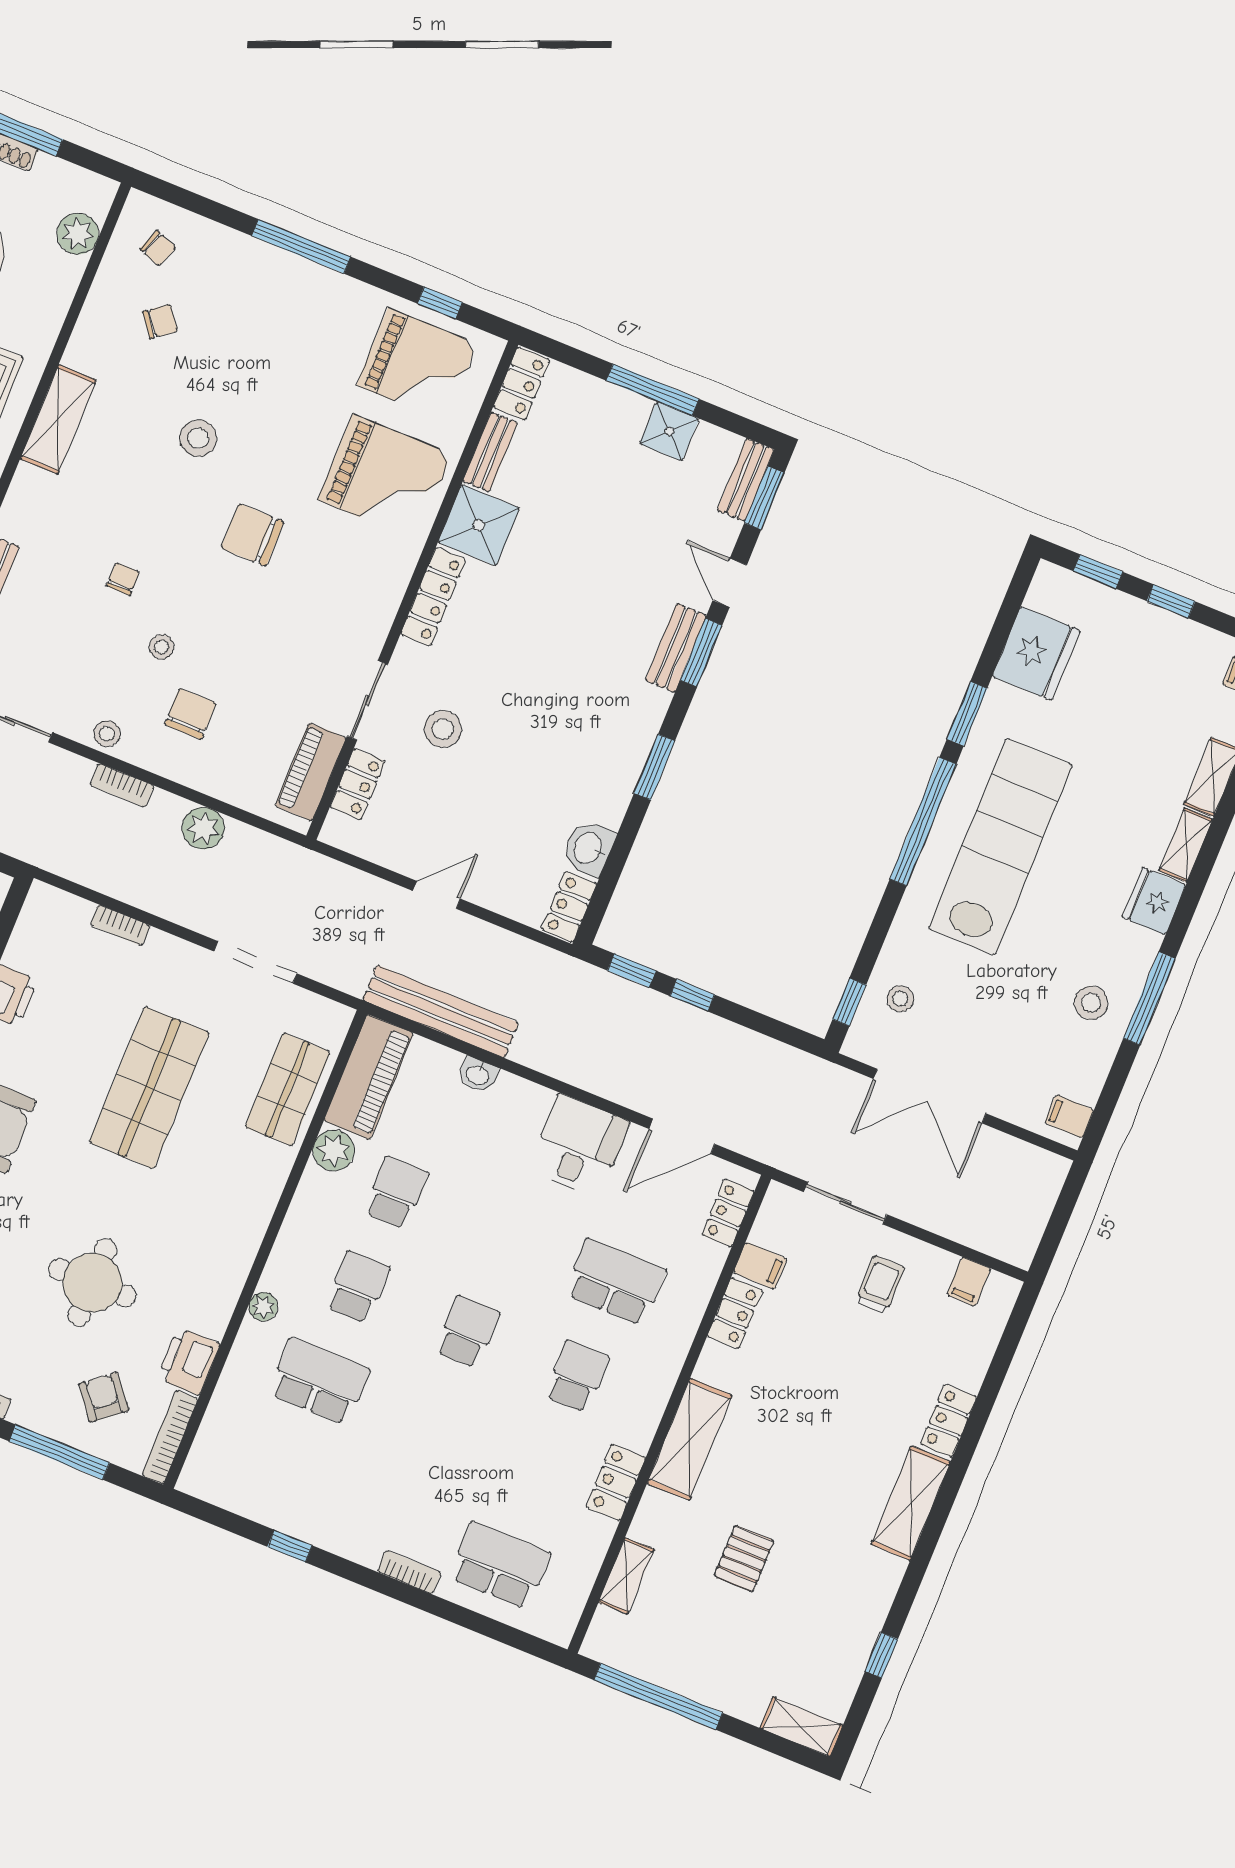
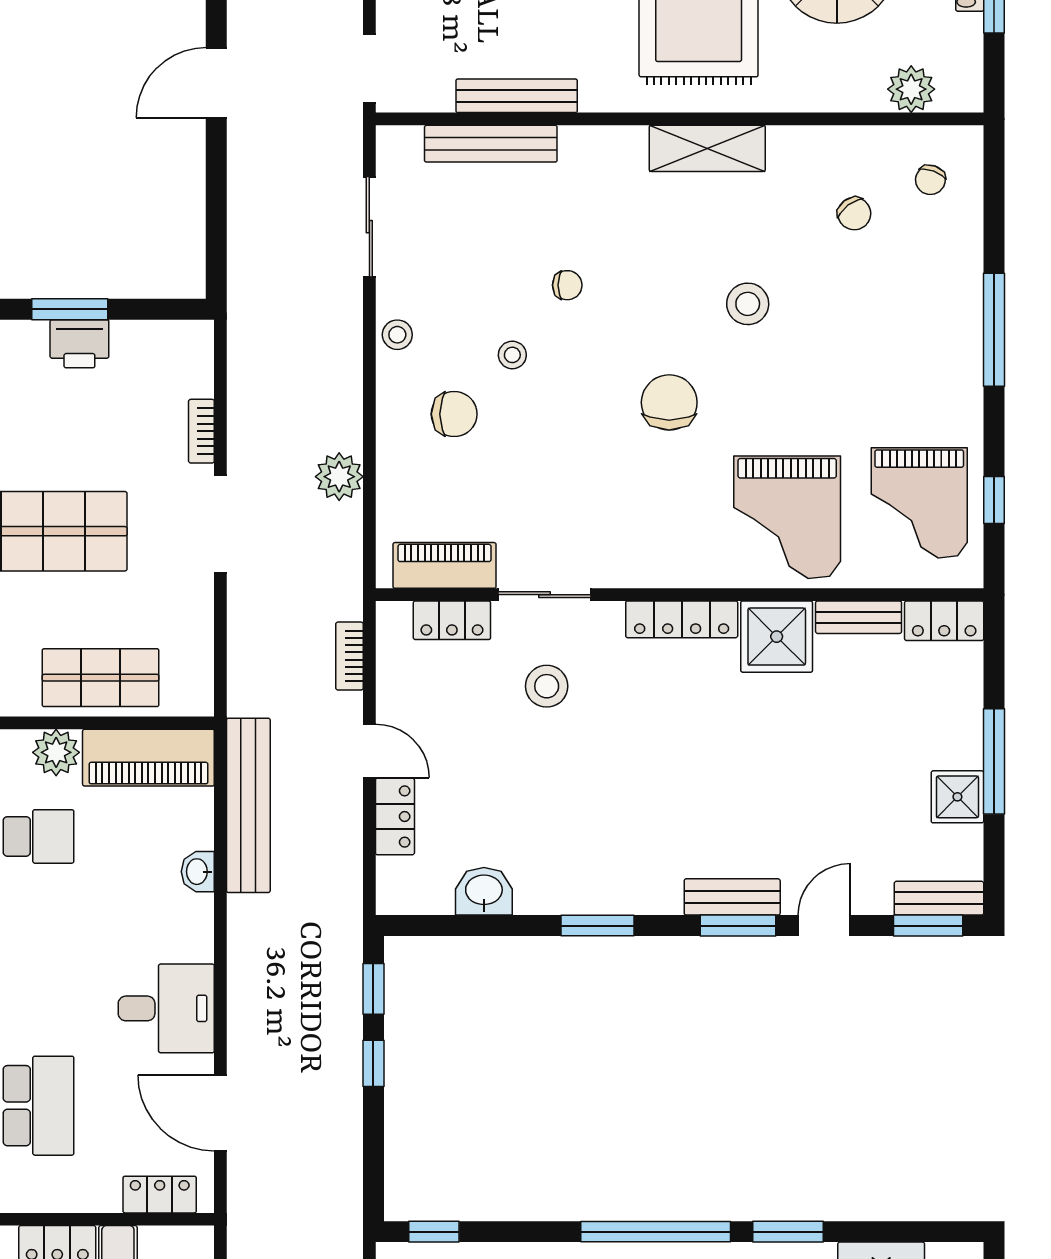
bookcase: (122, 785) -> (350, 656), moved
locker: (569, 907) -> (395, 816), moved, turned 90
doorway: (255, 962) -> (220, 524), moved

